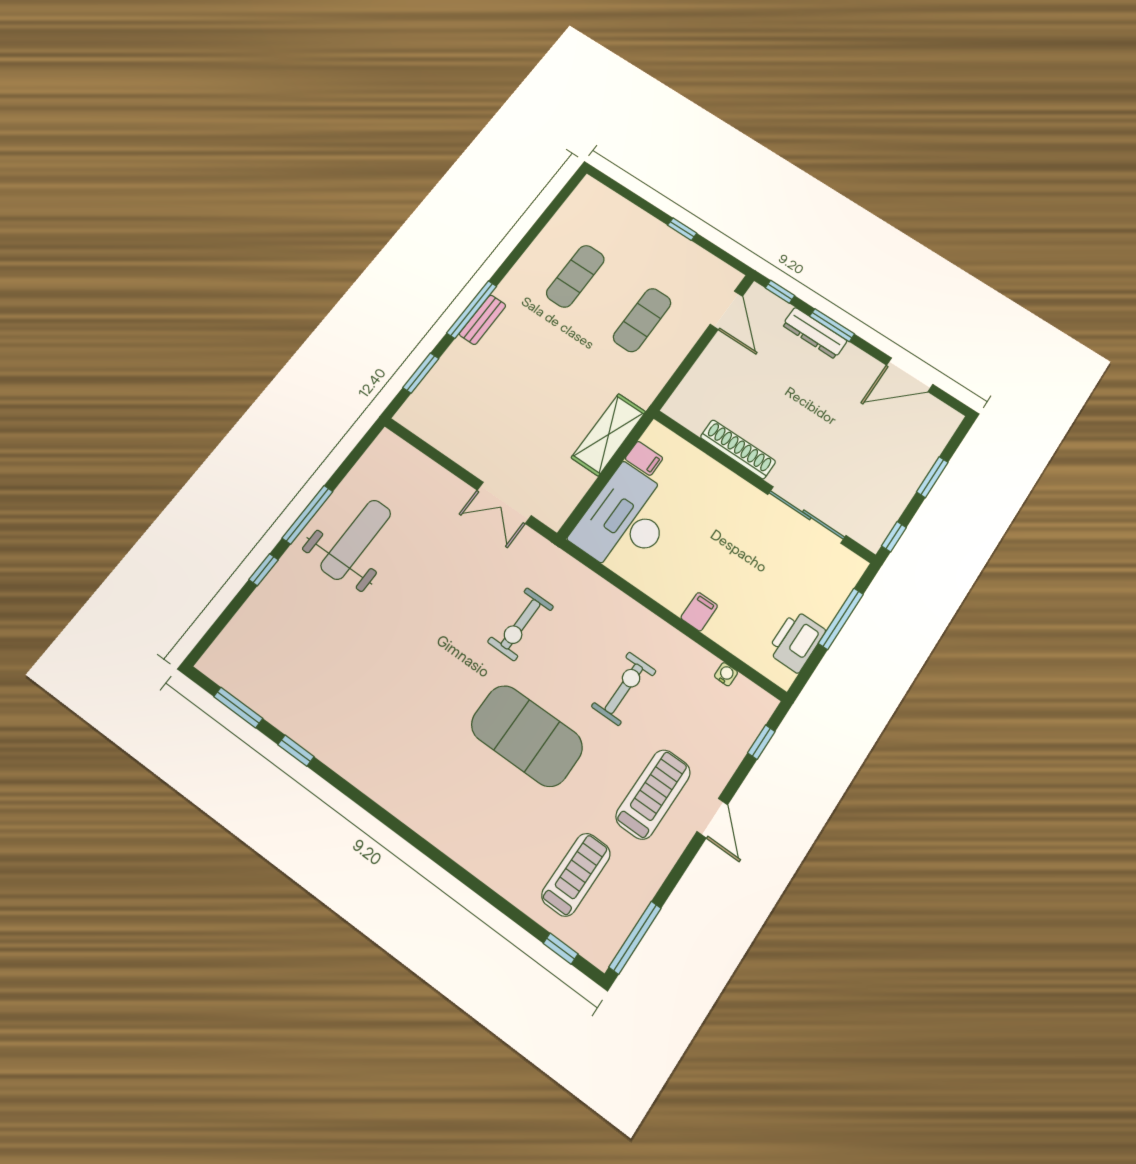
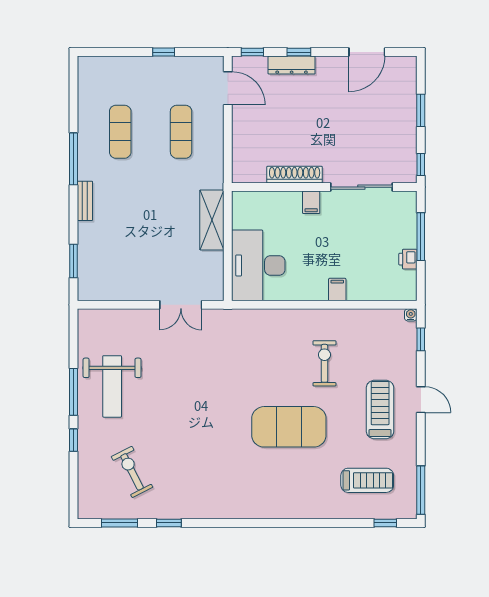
window: (472, 310) -> (73, 159), moved
window: (832, 325) -> (299, 52), width x0.67
filing cabinet: (644, 458) -> (311, 202), moved, turned 90
weight bench: (356, 540) -> (112, 386), turned 180
exercise bike: (521, 624) -> (132, 472), moved, turned 153
printer: (796, 641) -> (408, 259), width x0.53, depth x0.68
water cooler: (726, 674) -> (411, 315), moved
treadmill: (576, 875) -> (367, 480), turned 90

